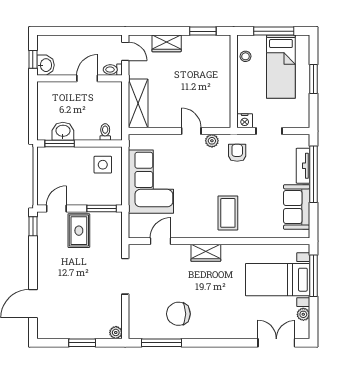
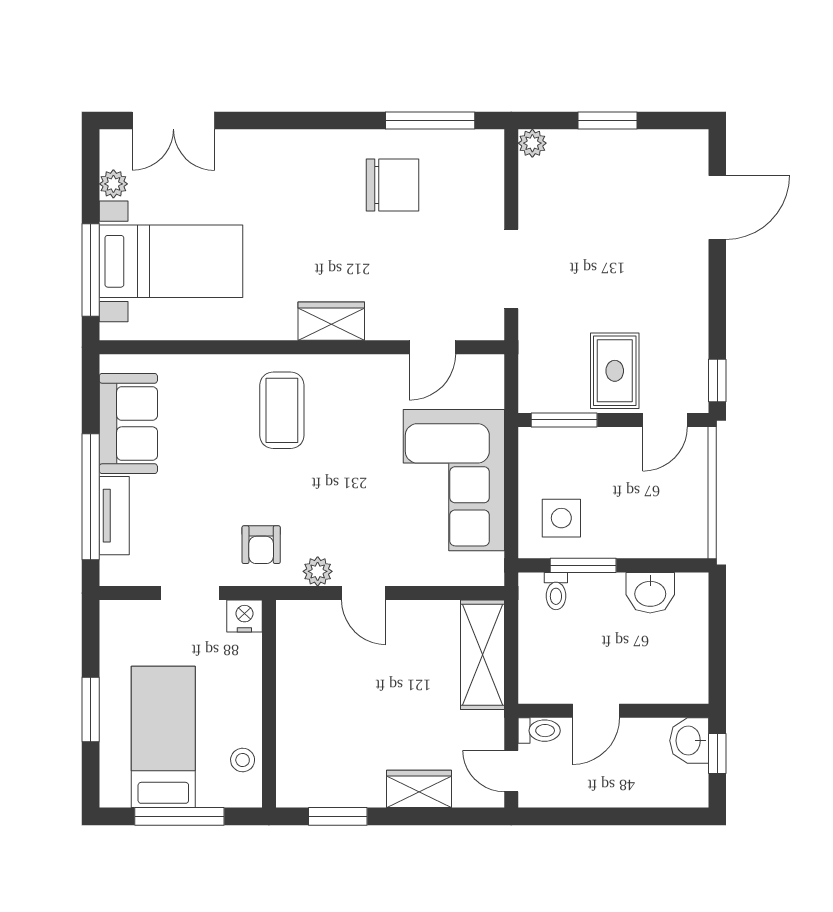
window: (60, 143) -> (583, 565), moved

